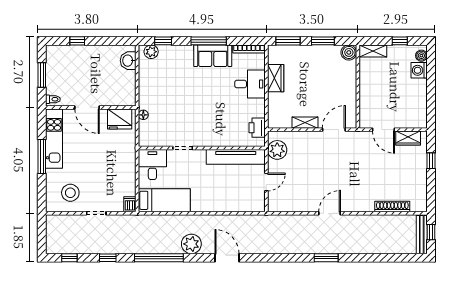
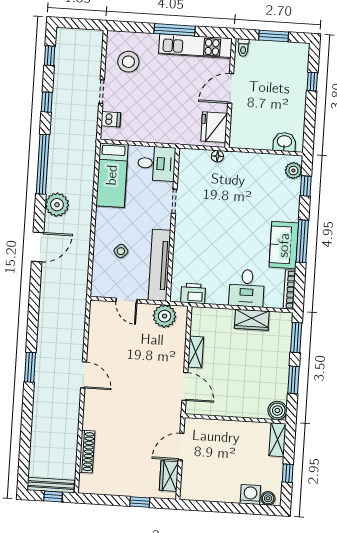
side table: (226, 189) -> (121, 251), added
dishwasher: (130, 204) -> (111, 119), moved

